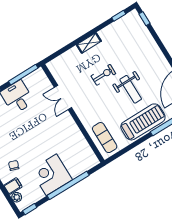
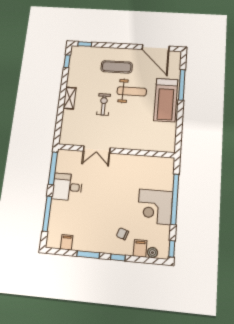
treadmill: (143, 122) -> (166, 100), turned 180
exercise mat: (105, 138) -> (117, 67), moved

